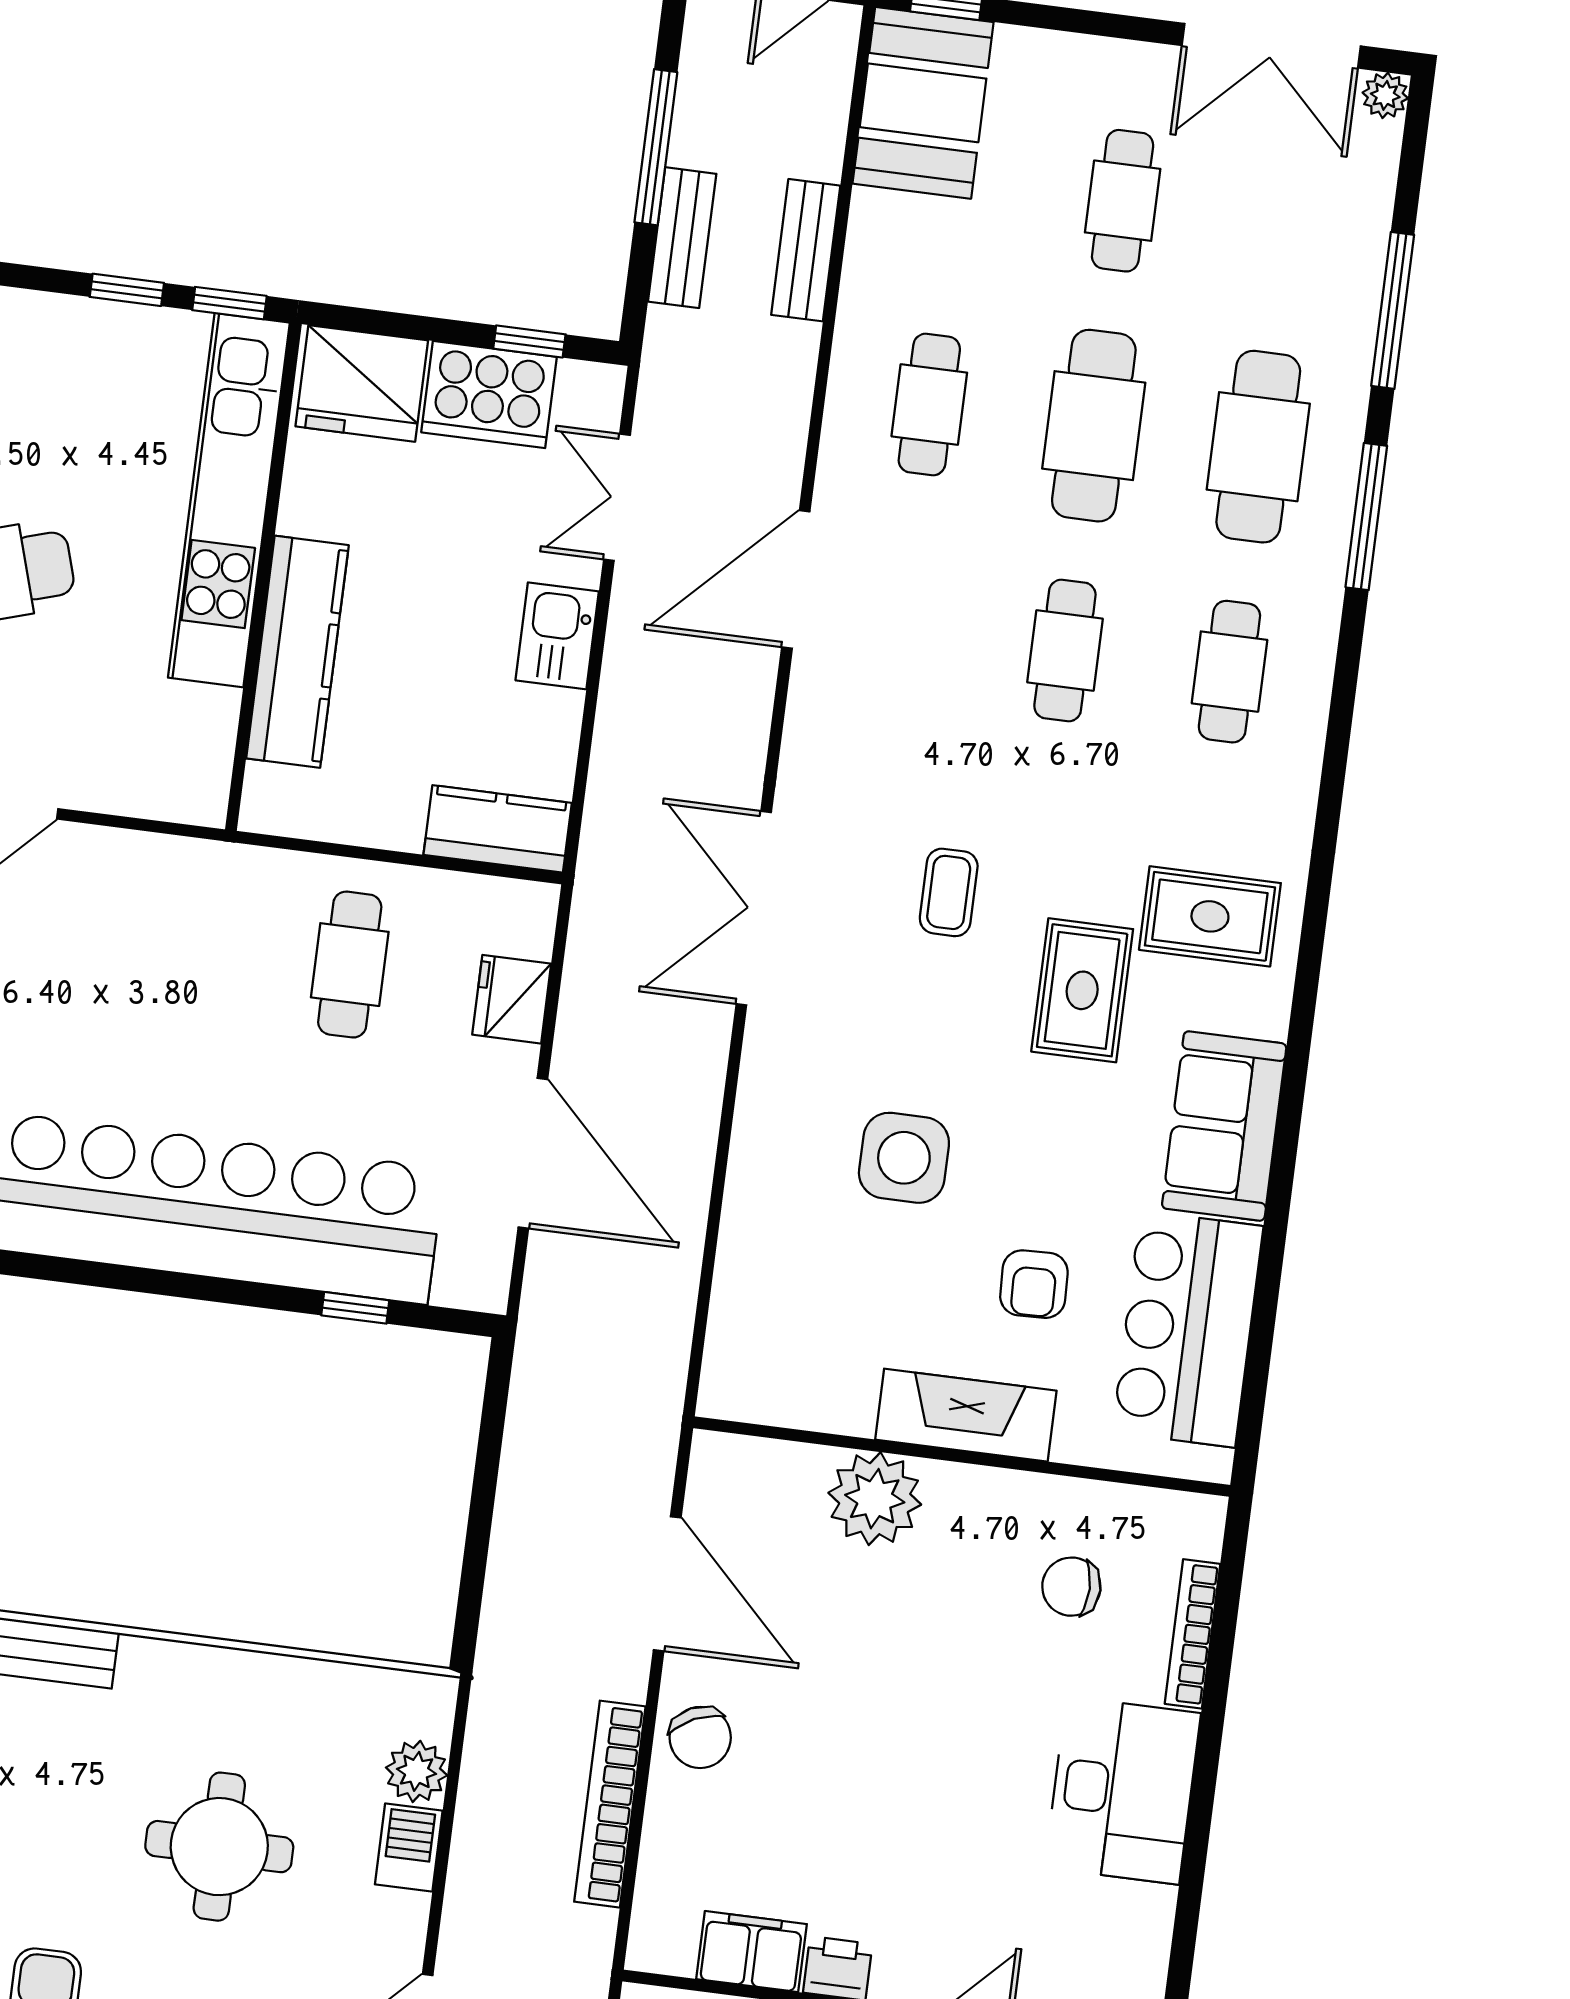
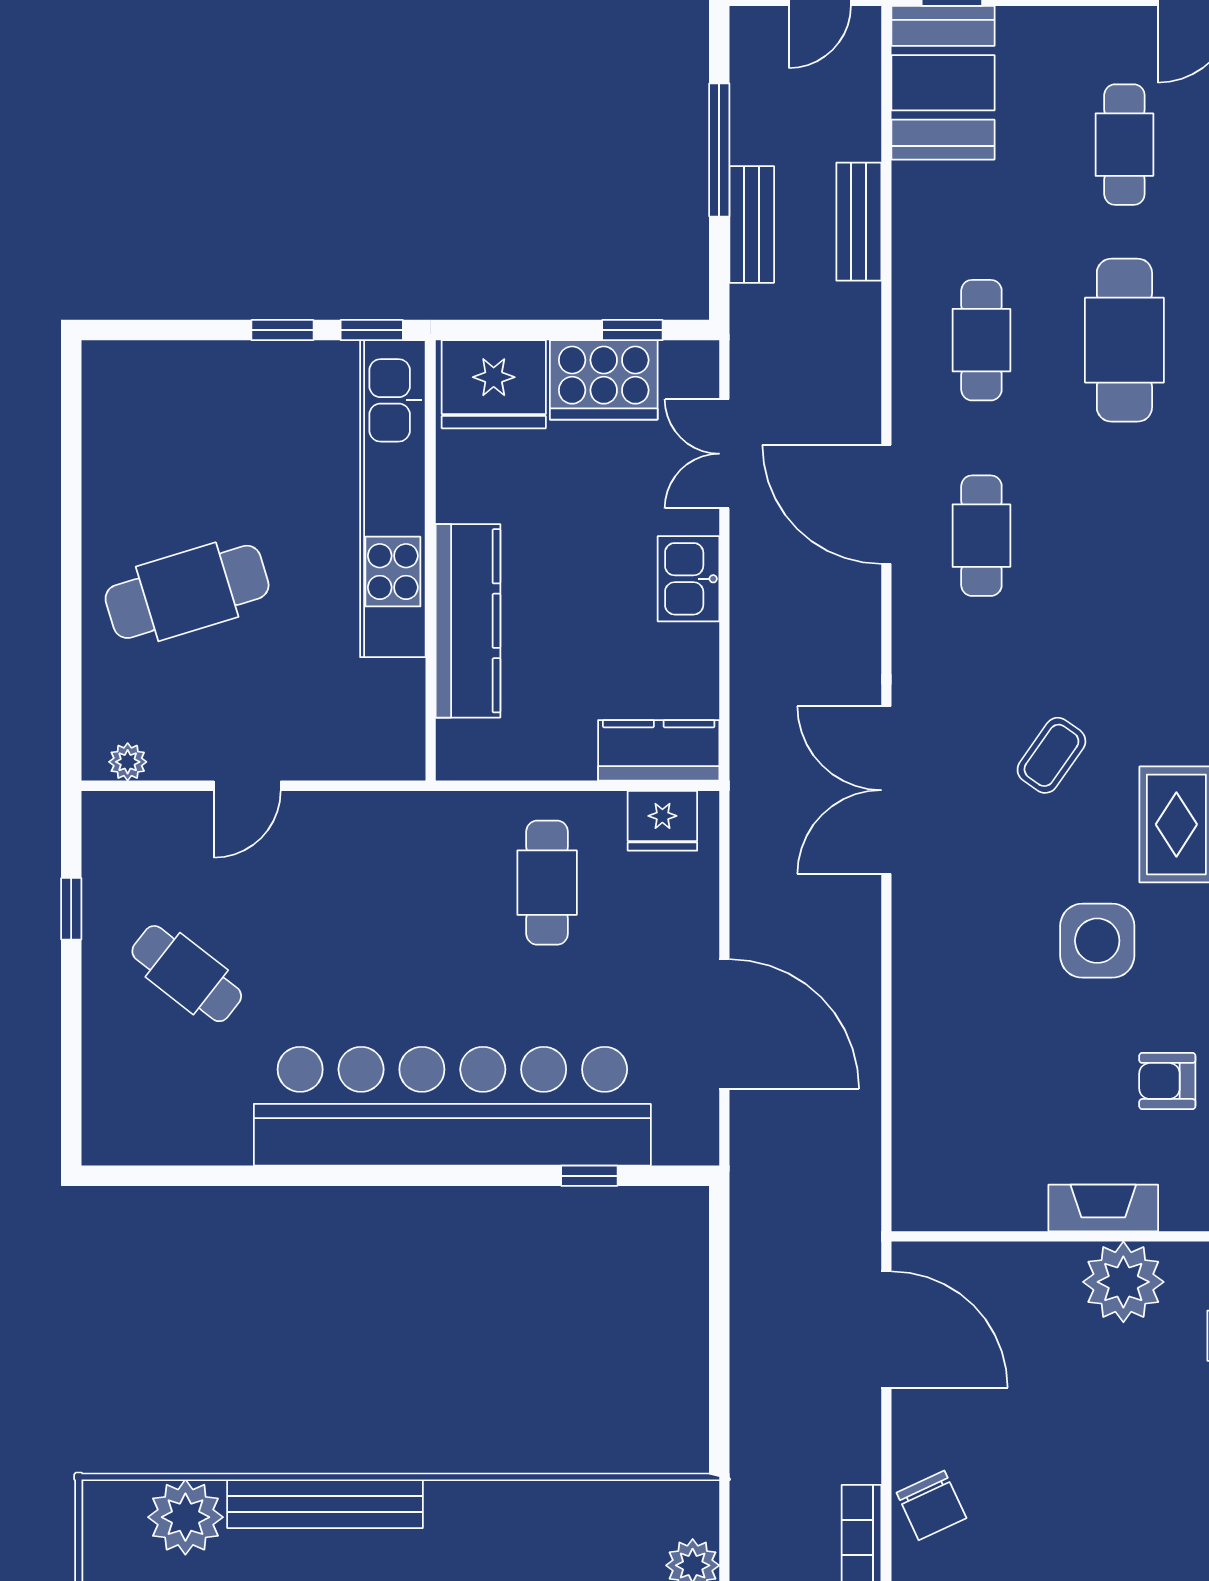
door: (796, 579) -> (886, 504), hinge flipped
cafe table: (1065, 651) -> (981, 536), moved
coffee table: (949, 892) -> (1051, 755), turned 35
fridge: (512, 999) -> (662, 821), moved, turned -90
side table: (904, 1158) -> (1097, 941), moved
armchair: (1034, 1284) -> (1167, 1081), turned 92
fireplace: (966, 1415) -> (1103, 1208), width x0.73, depth x0.76
plant: (875, 1499) -> (1123, 1282), moved
door: (667, 1584) -> (886, 1329), moved

